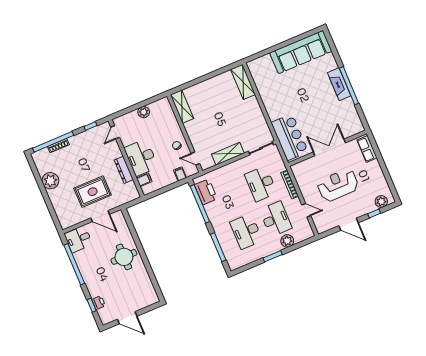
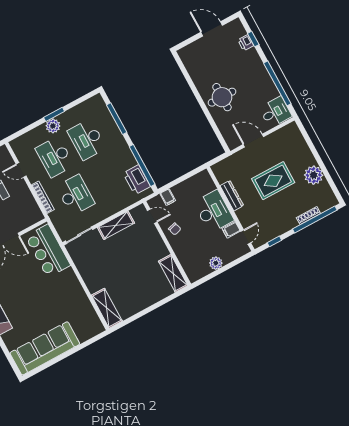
filing cabinet: (144, 180) -> (231, 230), moved
rug: (93, 192) -> (273, 181), moved
desk: (246, 231) -> (87, 140), turned 180
plant: (287, 241) -> (53, 126), moved

